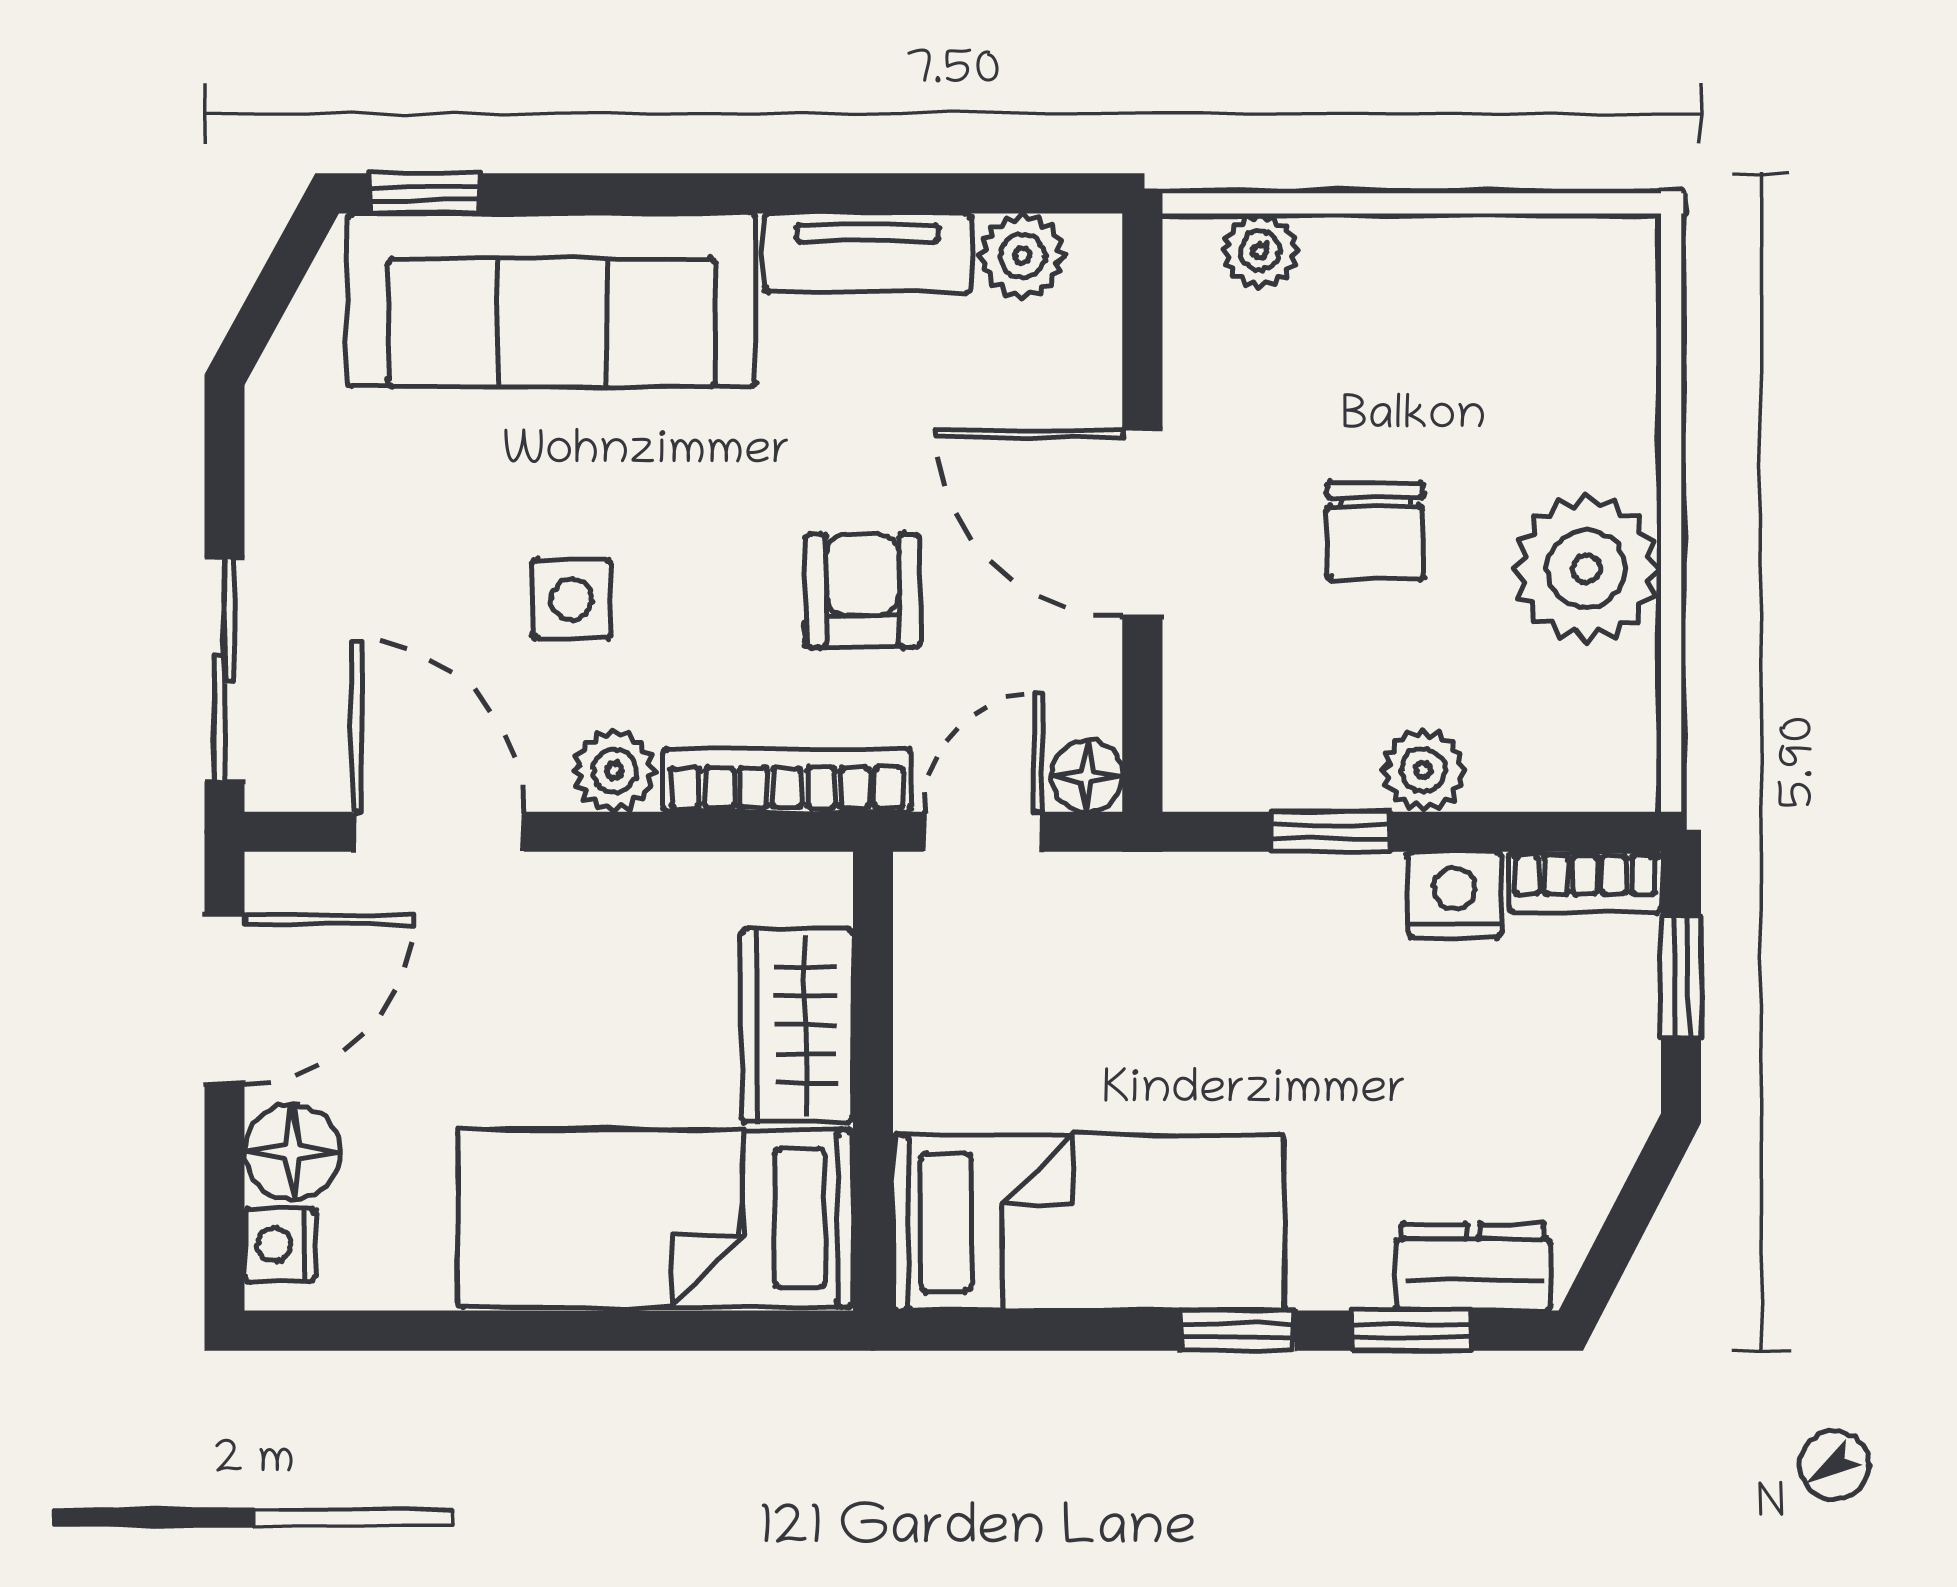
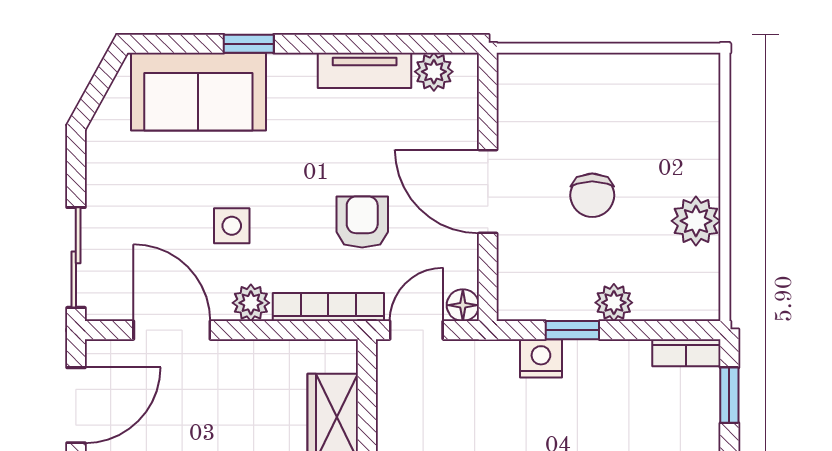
window: (425, 193) -> (249, 44), moved
plant: (1260, 251) -> (541, 69), removed
sofa: (552, 300) -> (198, 92), width x0.73
plant: (1587, 569) -> (696, 221), width x0.73, depth x0.73
nightstand: (1454, 895) -> (541, 358), moved

